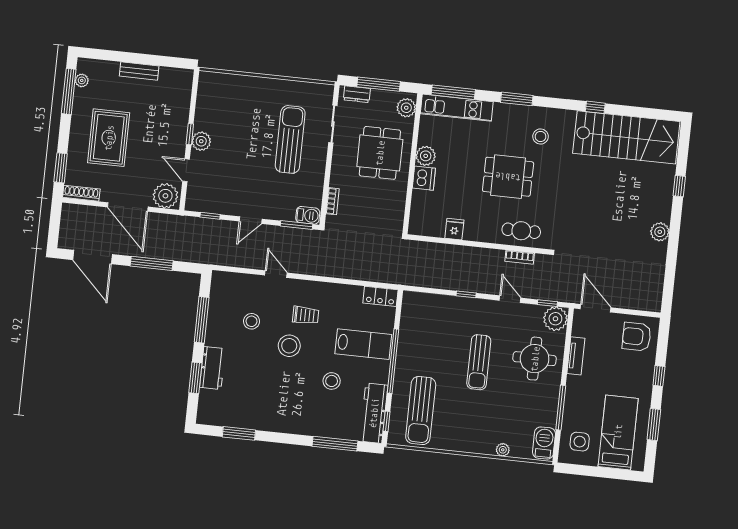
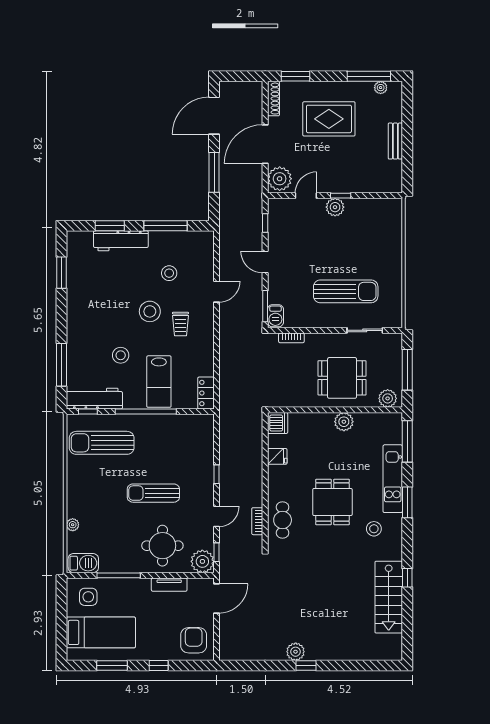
dresser: (357, 94) -> (395, 350), removed
kitchen unit: (457, 108) -> (393, 479), moved
stairs: (626, 137) -> (389, 597), width x0.73, depth x0.66
dishwasher: (424, 178) -> (278, 423), moved, turned -90
window: (679, 186) -> (306, 666), moved
workbench: (212, 368) -> (121, 241), width x1.38

